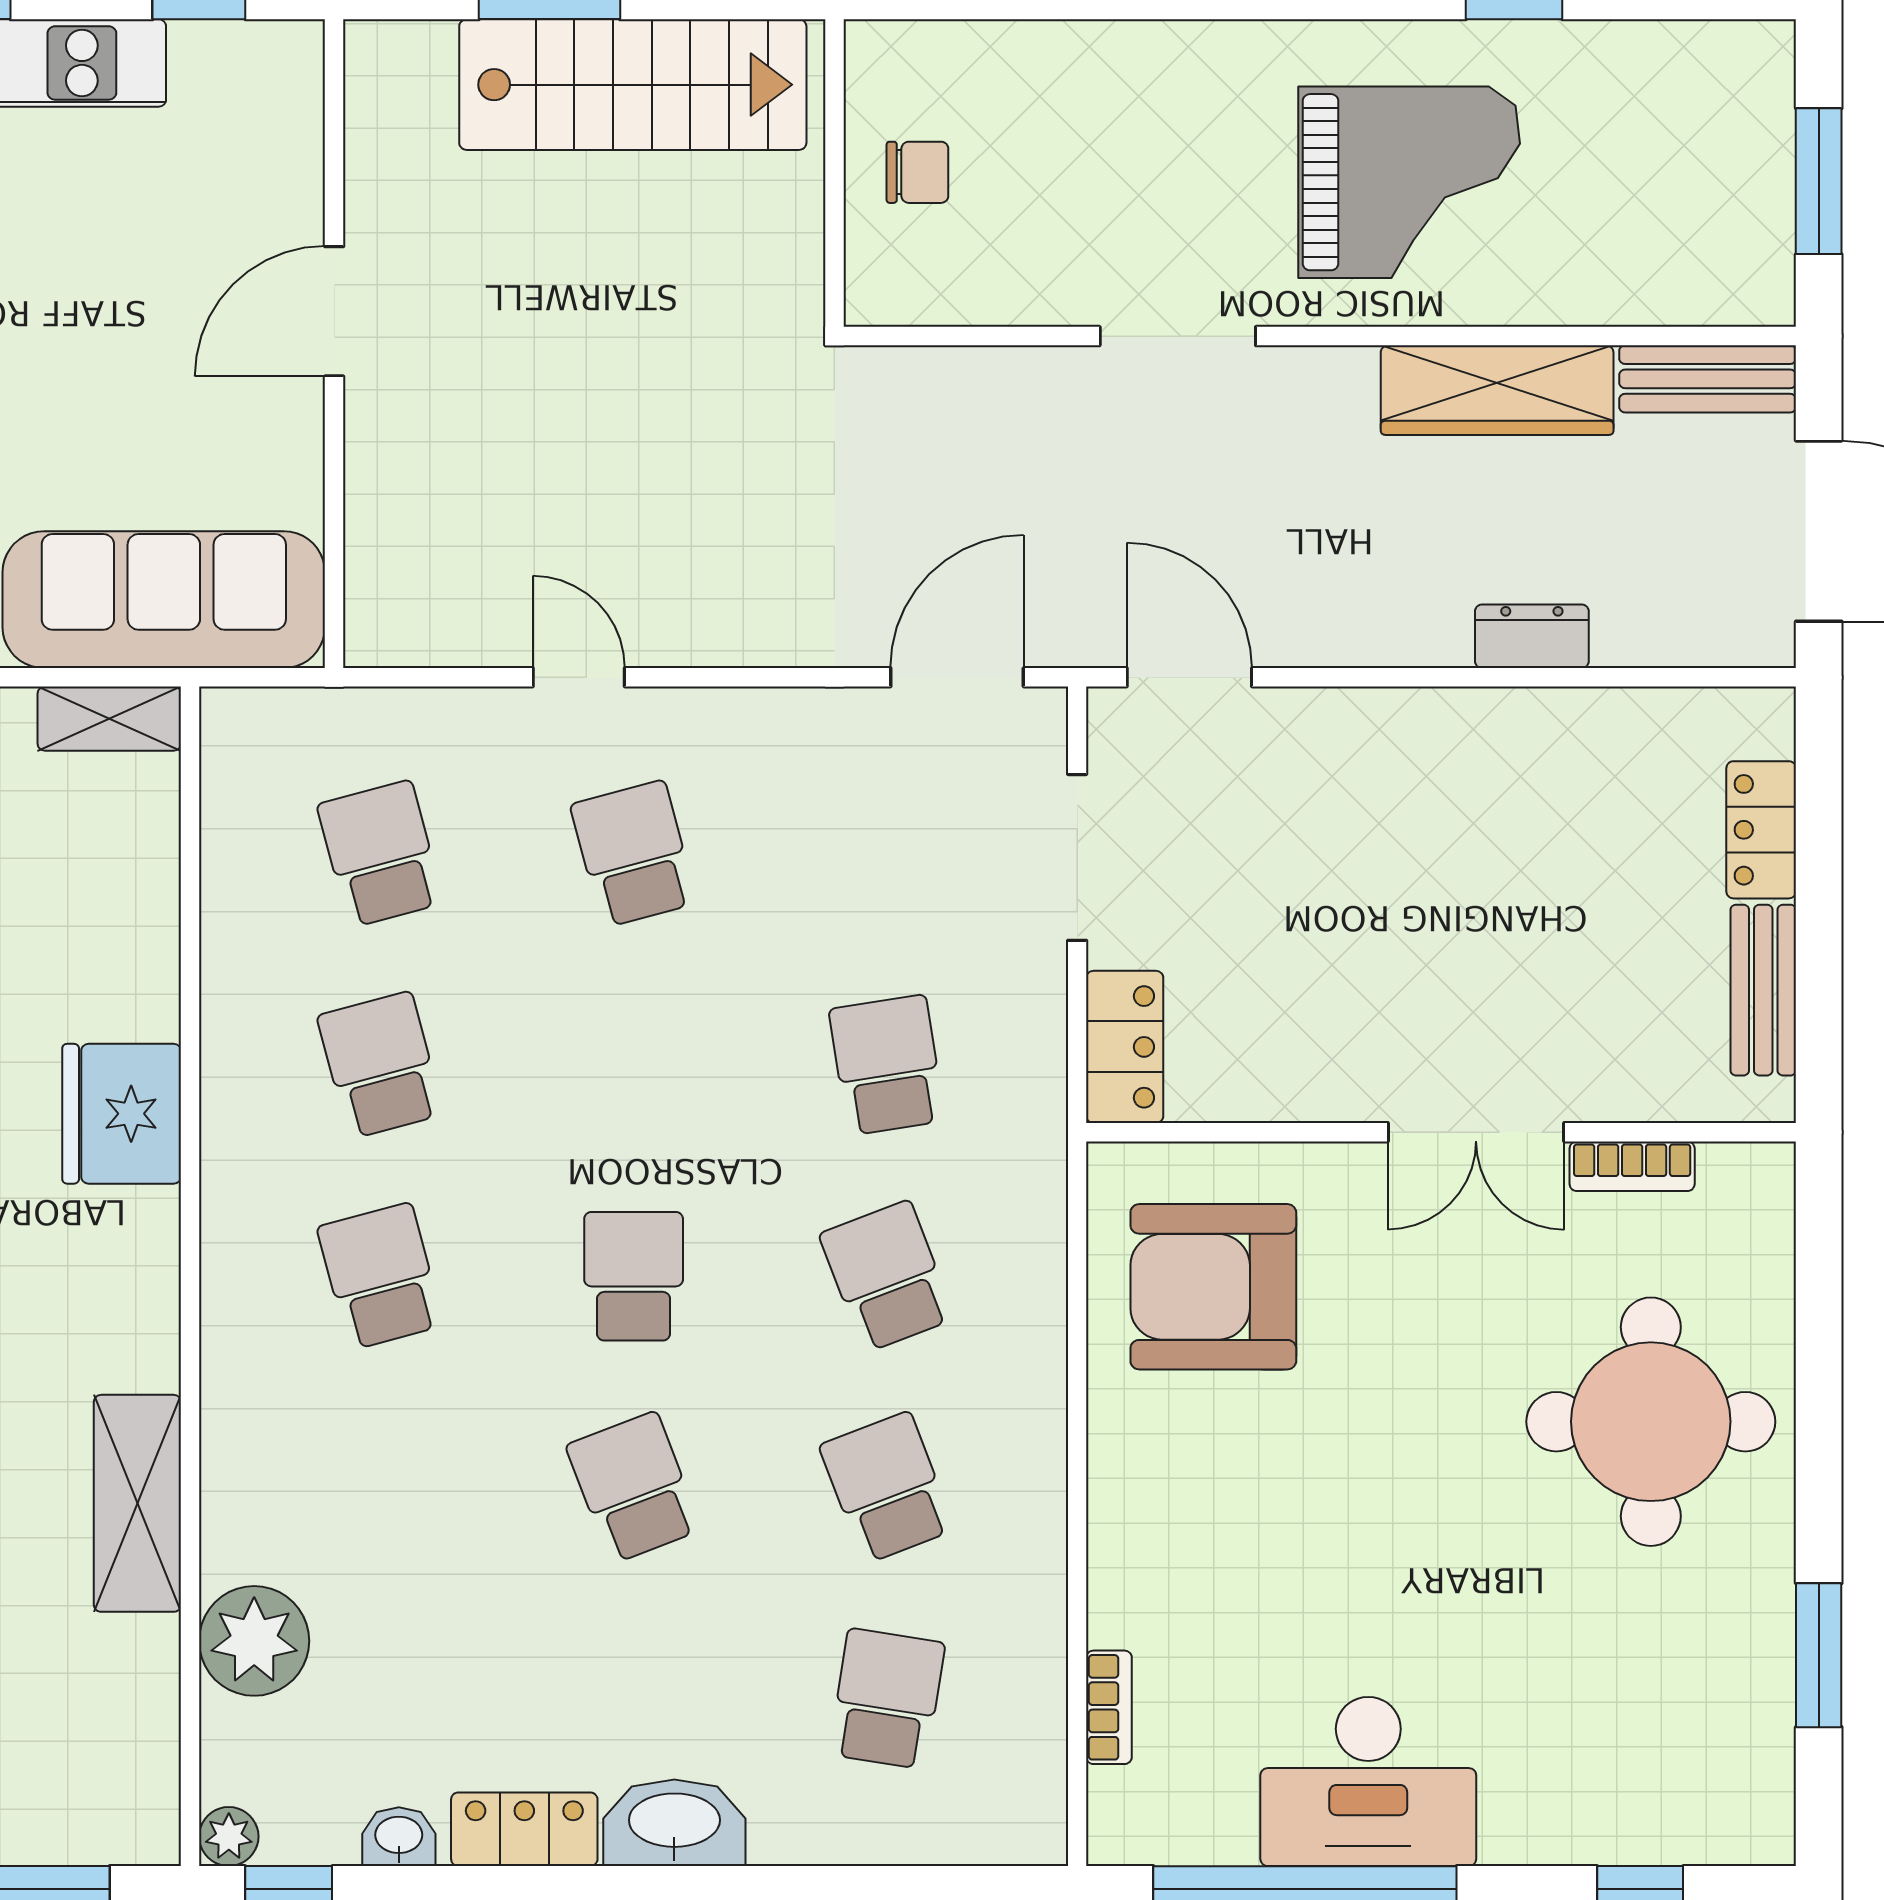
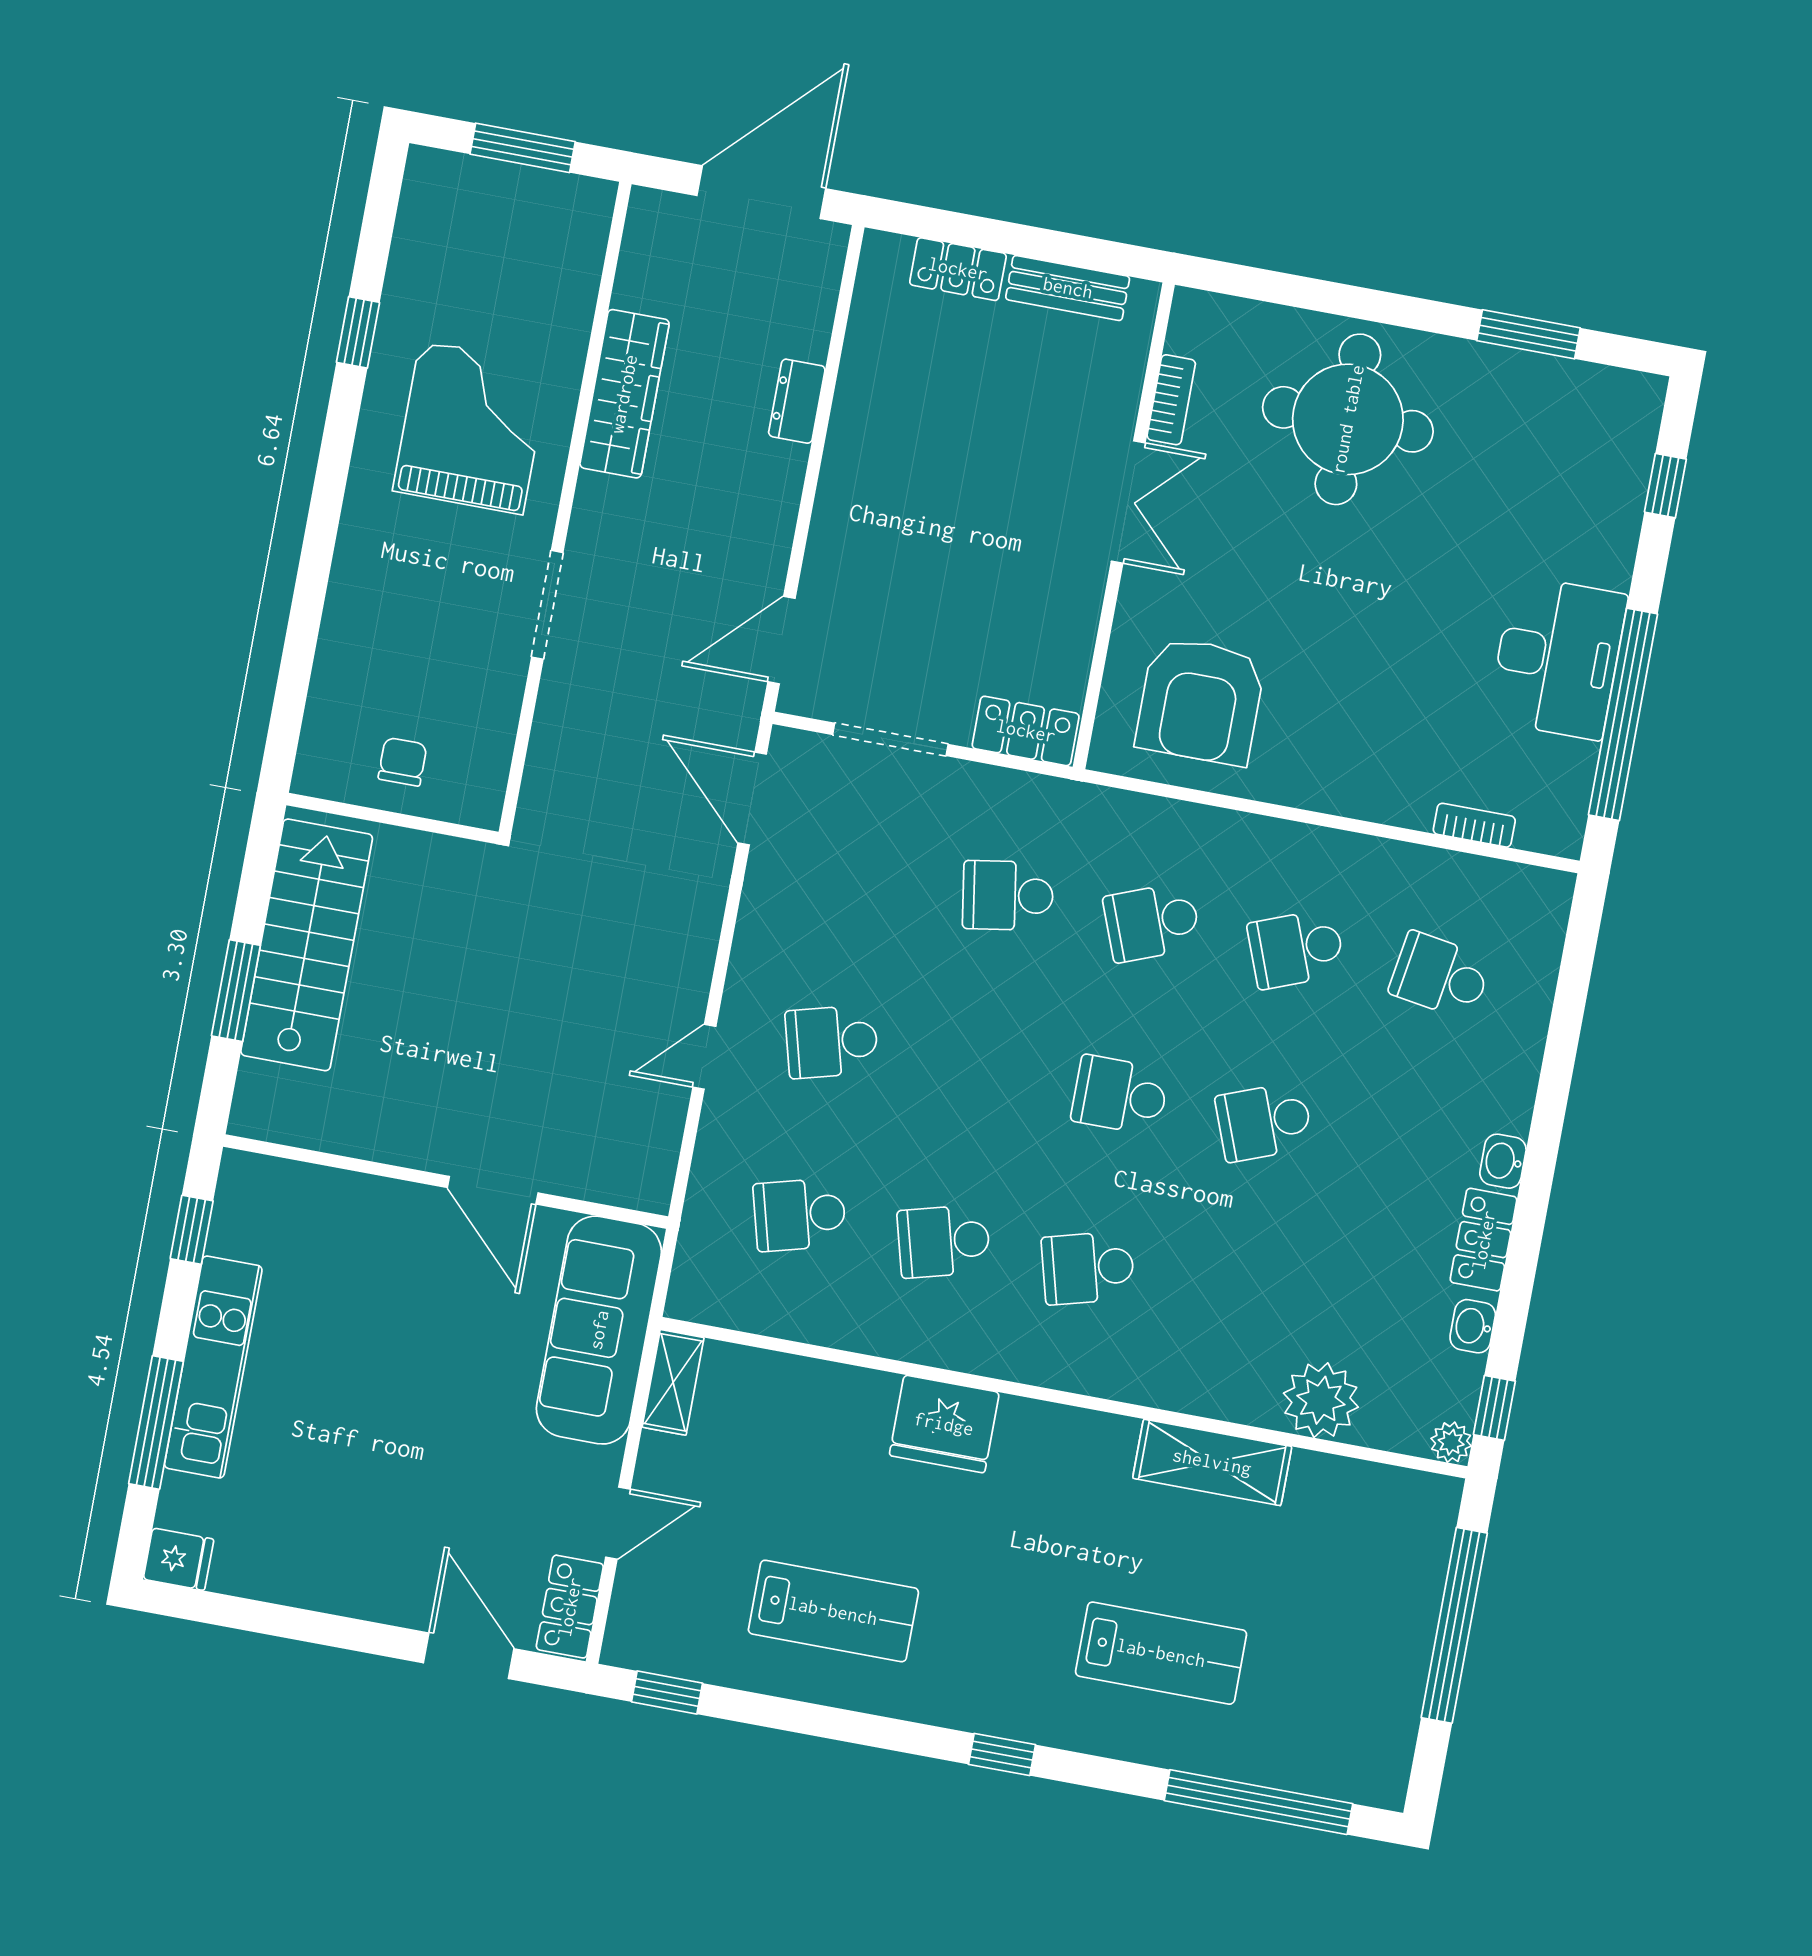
door: (334, 311) -> (493, 1190), moved
bench: (1708, 379) -> (643, 249), removed
washbasin: (674, 1823) -> (1503, 1161), width x0.52, depth x0.69

